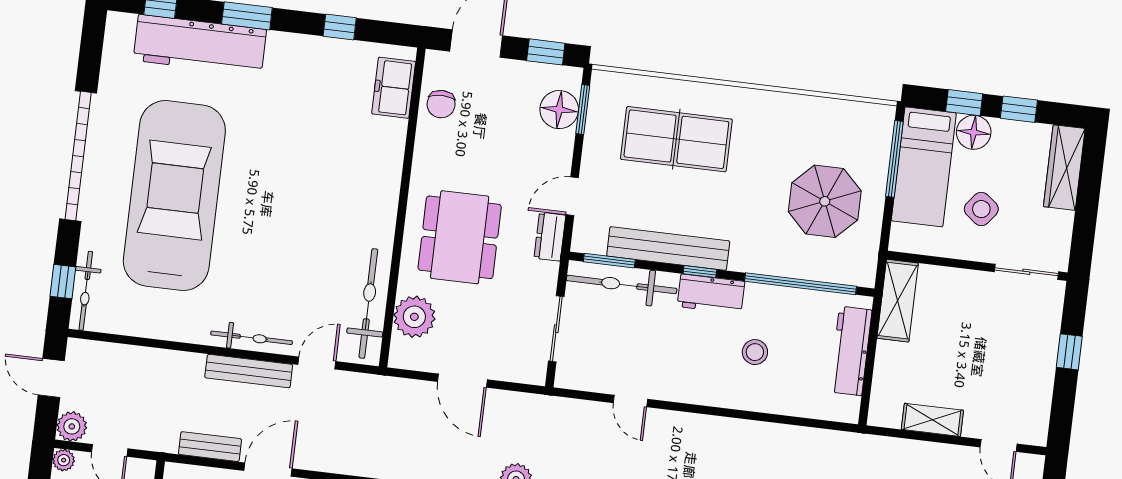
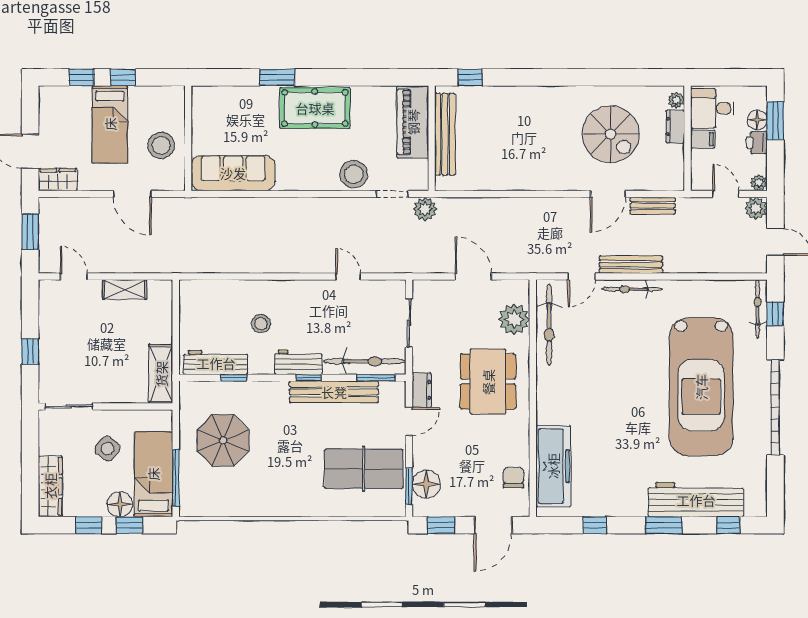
freezer: (394, 88) -> (553, 466), width x1.91, depth x1.26
table tennis table: (676, 139) -> (364, 469), moved
window: (800, 284) -> (234, 378), width x0.32
workbench: (851, 351) -> (216, 363), moved, turned -90

